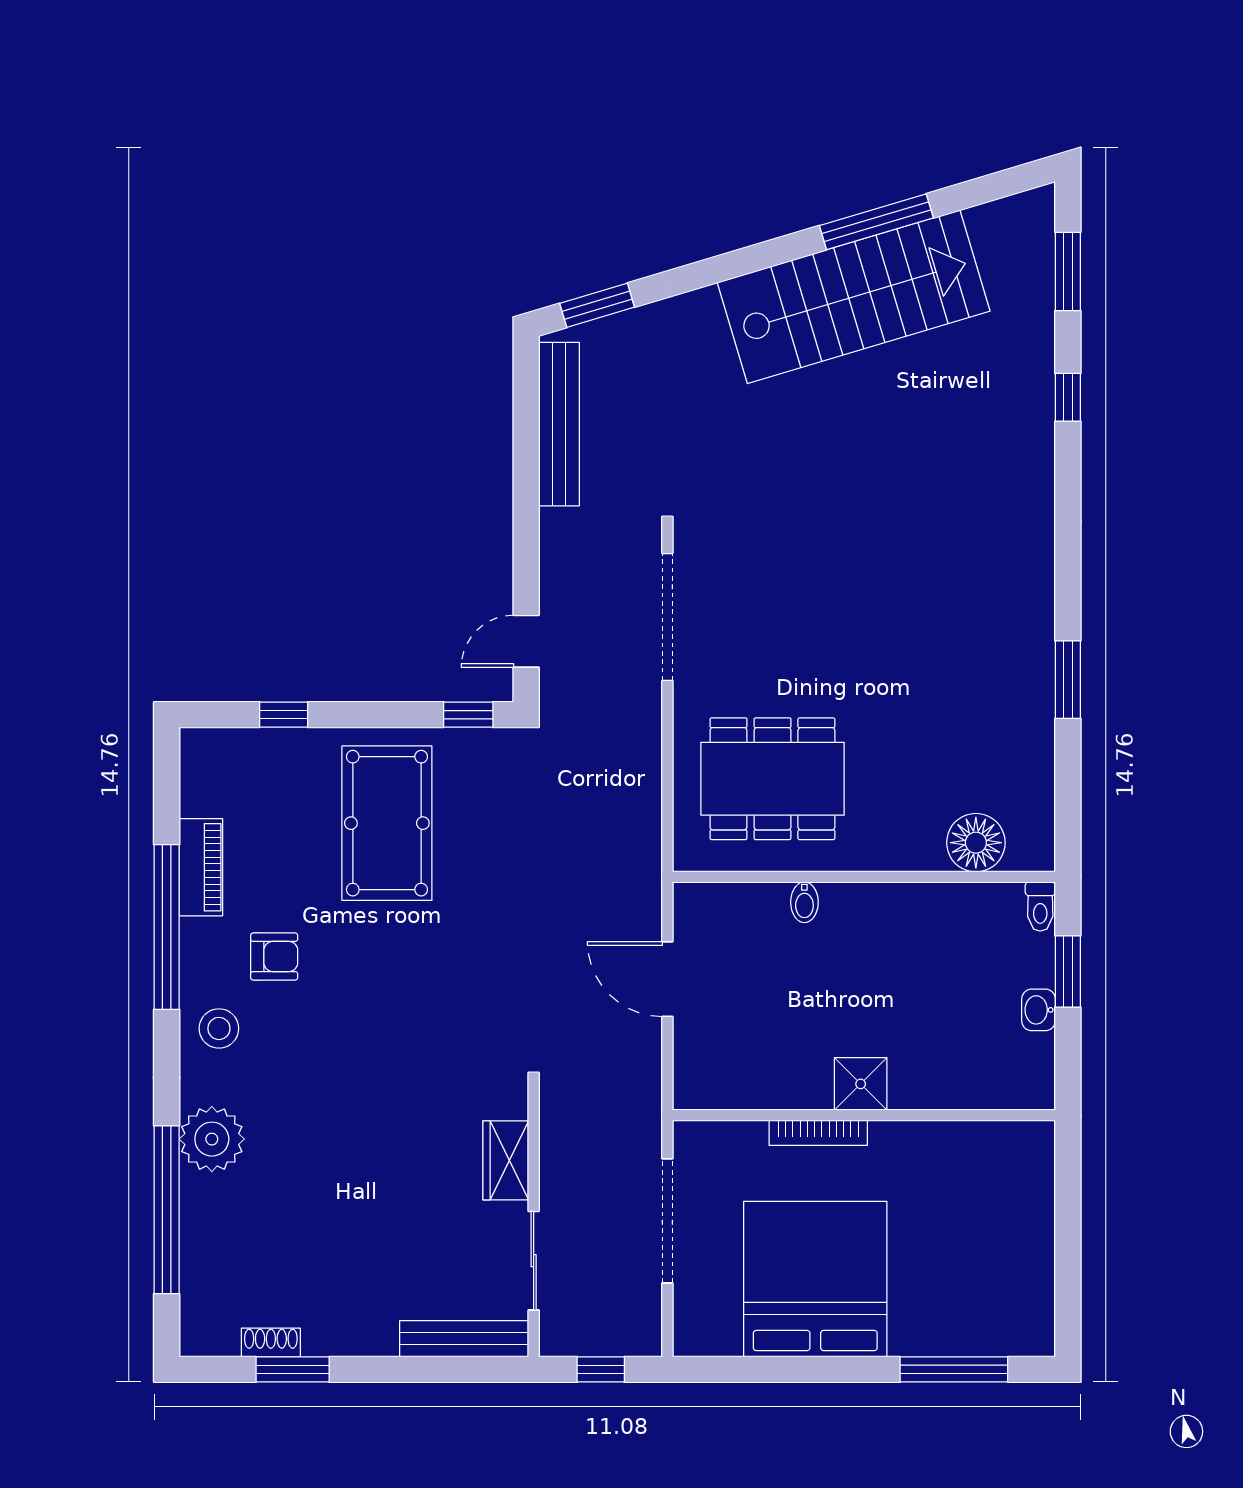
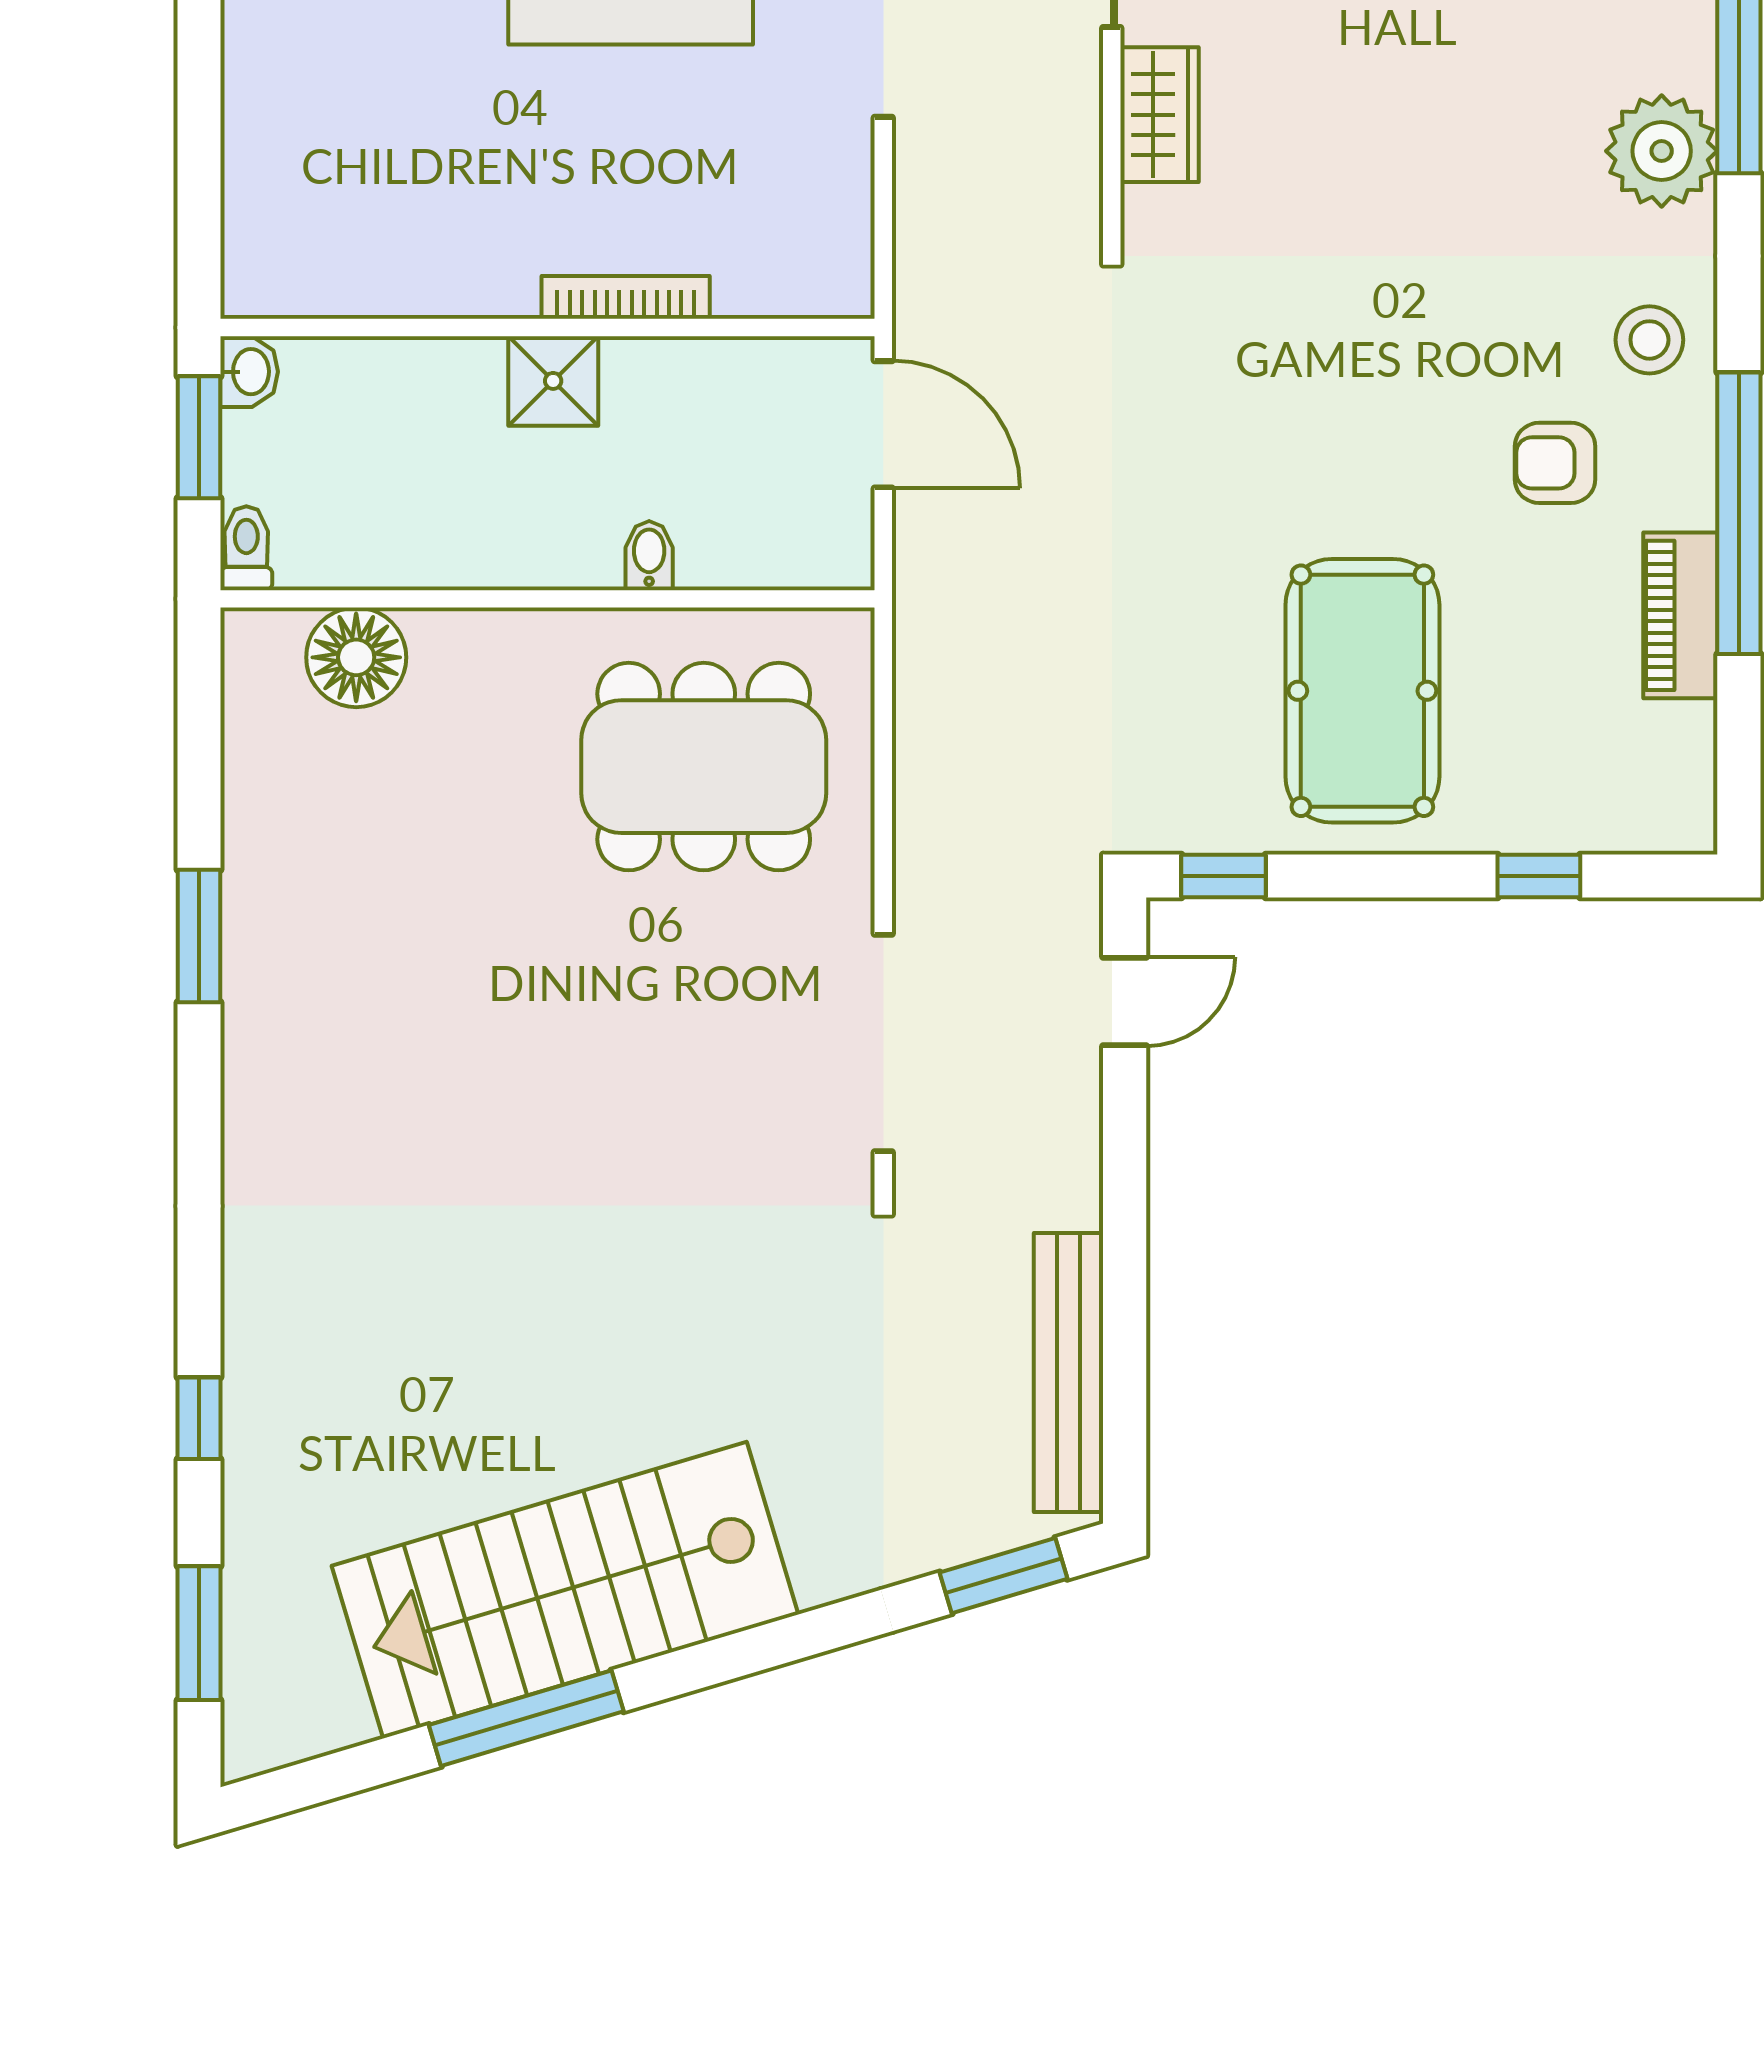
shower: (861, 1084) -> (553, 381), moved
wall: (864, 1115) -> (548, 327), moved
bookcase: (818, 1133) -> (626, 297), moved

